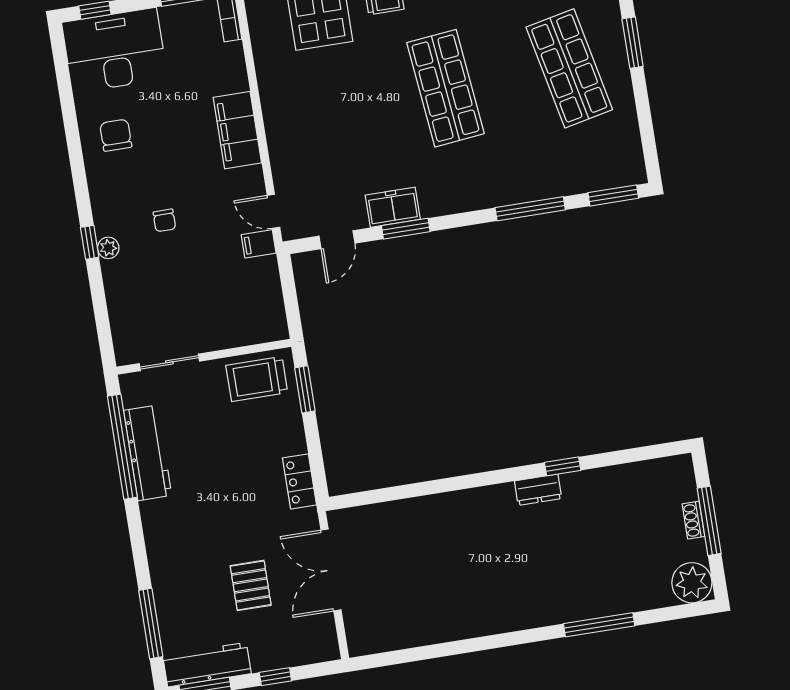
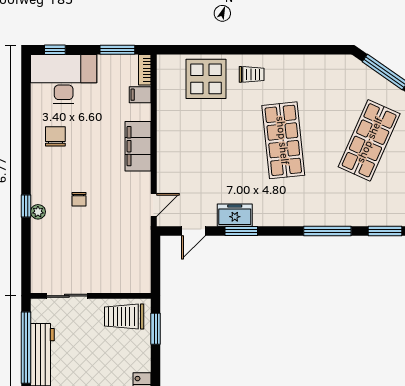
shop shelf: (569, 68) -> (369, 140), turned 36
door: (274, 211) -> (154, 205), swing flipped
filing cabinet: (259, 244) -> (140, 95), moved

